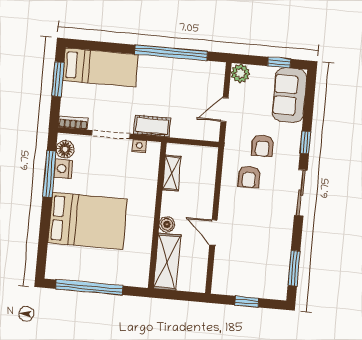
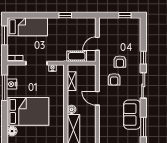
window: (171, 53) -> (65, 15), width x0.32
plant: (240, 73) -> (104, 23), removed
sofa: (289, 95) -> (132, 115), moved
cot: (152, 126) -> (77, 56), moved
floor lamp: (65, 149) -> (12, 131), moved
door: (213, 233) -> (97, 98), moved

